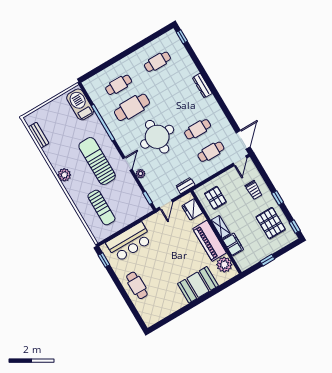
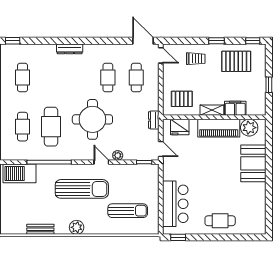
bench: (39, 135) -> (40, 229), moved
sun lounger: (97, 161) -> (82, 189), turned 180

